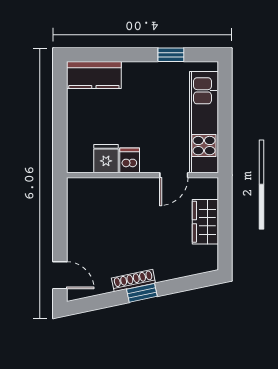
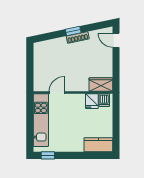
window: (171, 55) -> (48, 155), moved
dishwasher: (130, 160) -> (104, 100), moved
wardrobe: (205, 222) -> (101, 85), moved, turned -90

